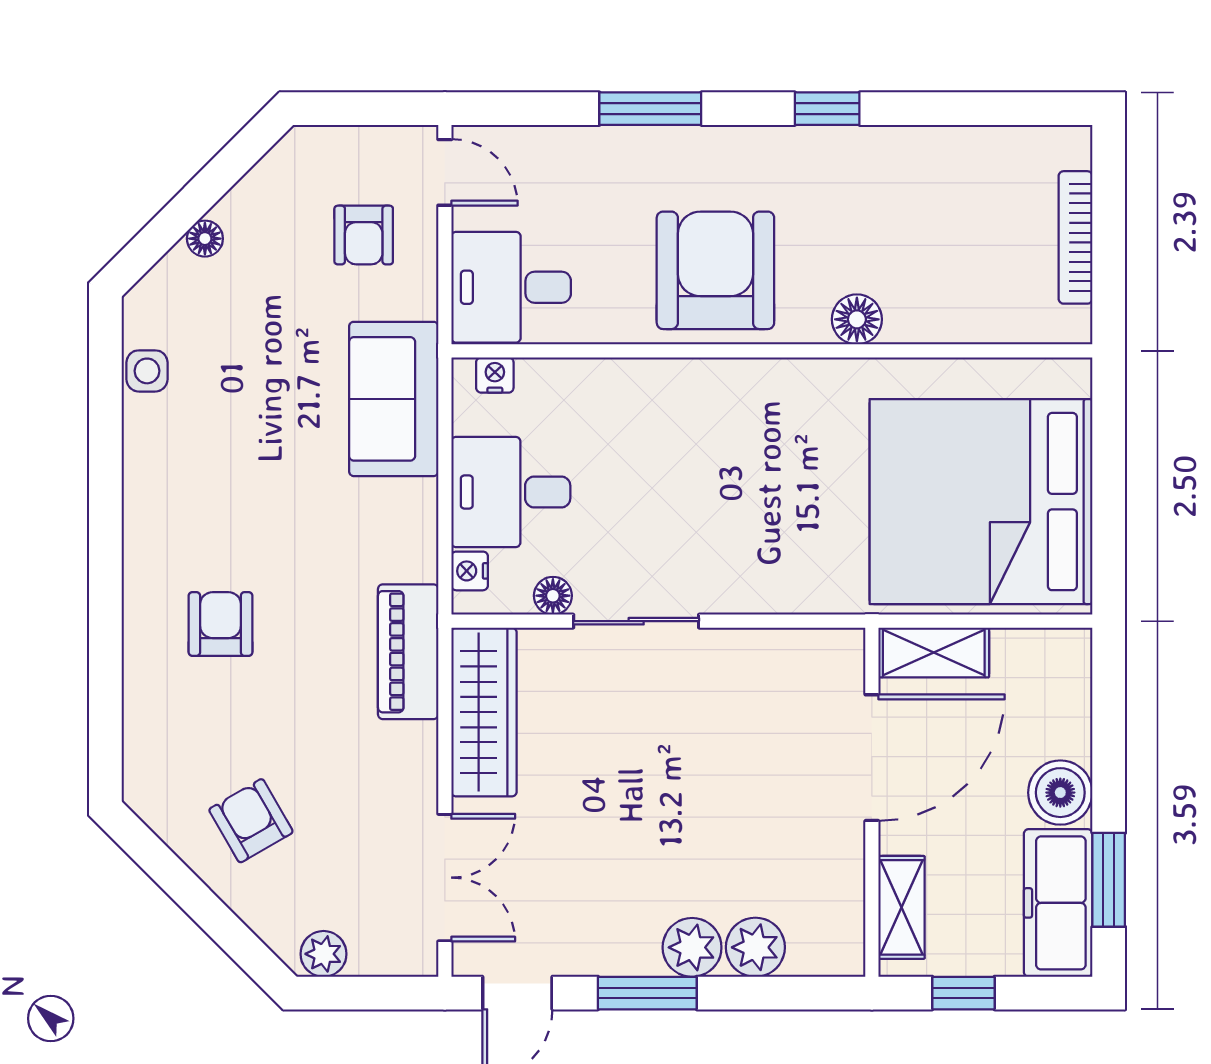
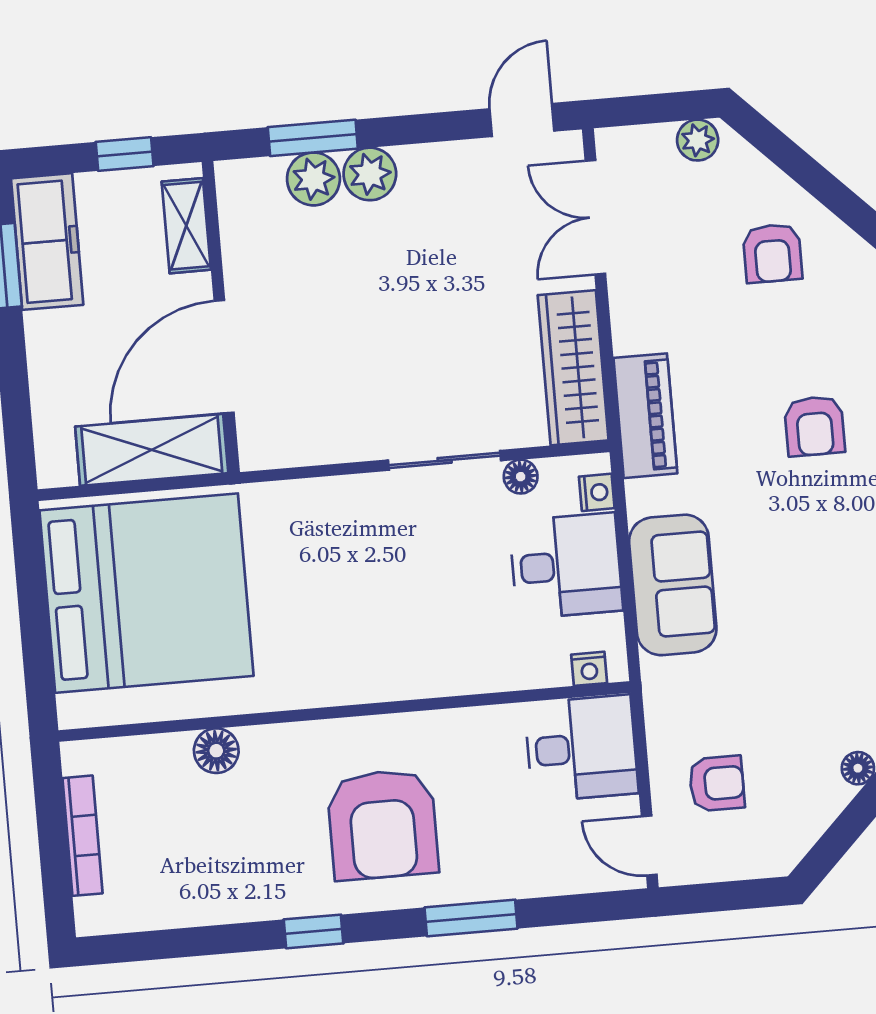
armchair: (364, 235) -> (717, 783), turned 90
armchair: (715, 270) -> (383, 824), moved
floor lamp: (857, 319) -> (216, 751), moved
sofa: (394, 399) -> (673, 585), moved
shelving: (934, 653) -> (152, 450), width x1.50, depth x1.33
boiler: (1060, 793) -> (54, 340), removed
armchair: (251, 821) -> (772, 253), turned 30
window: (647, 993) -> (313, 138), moved

